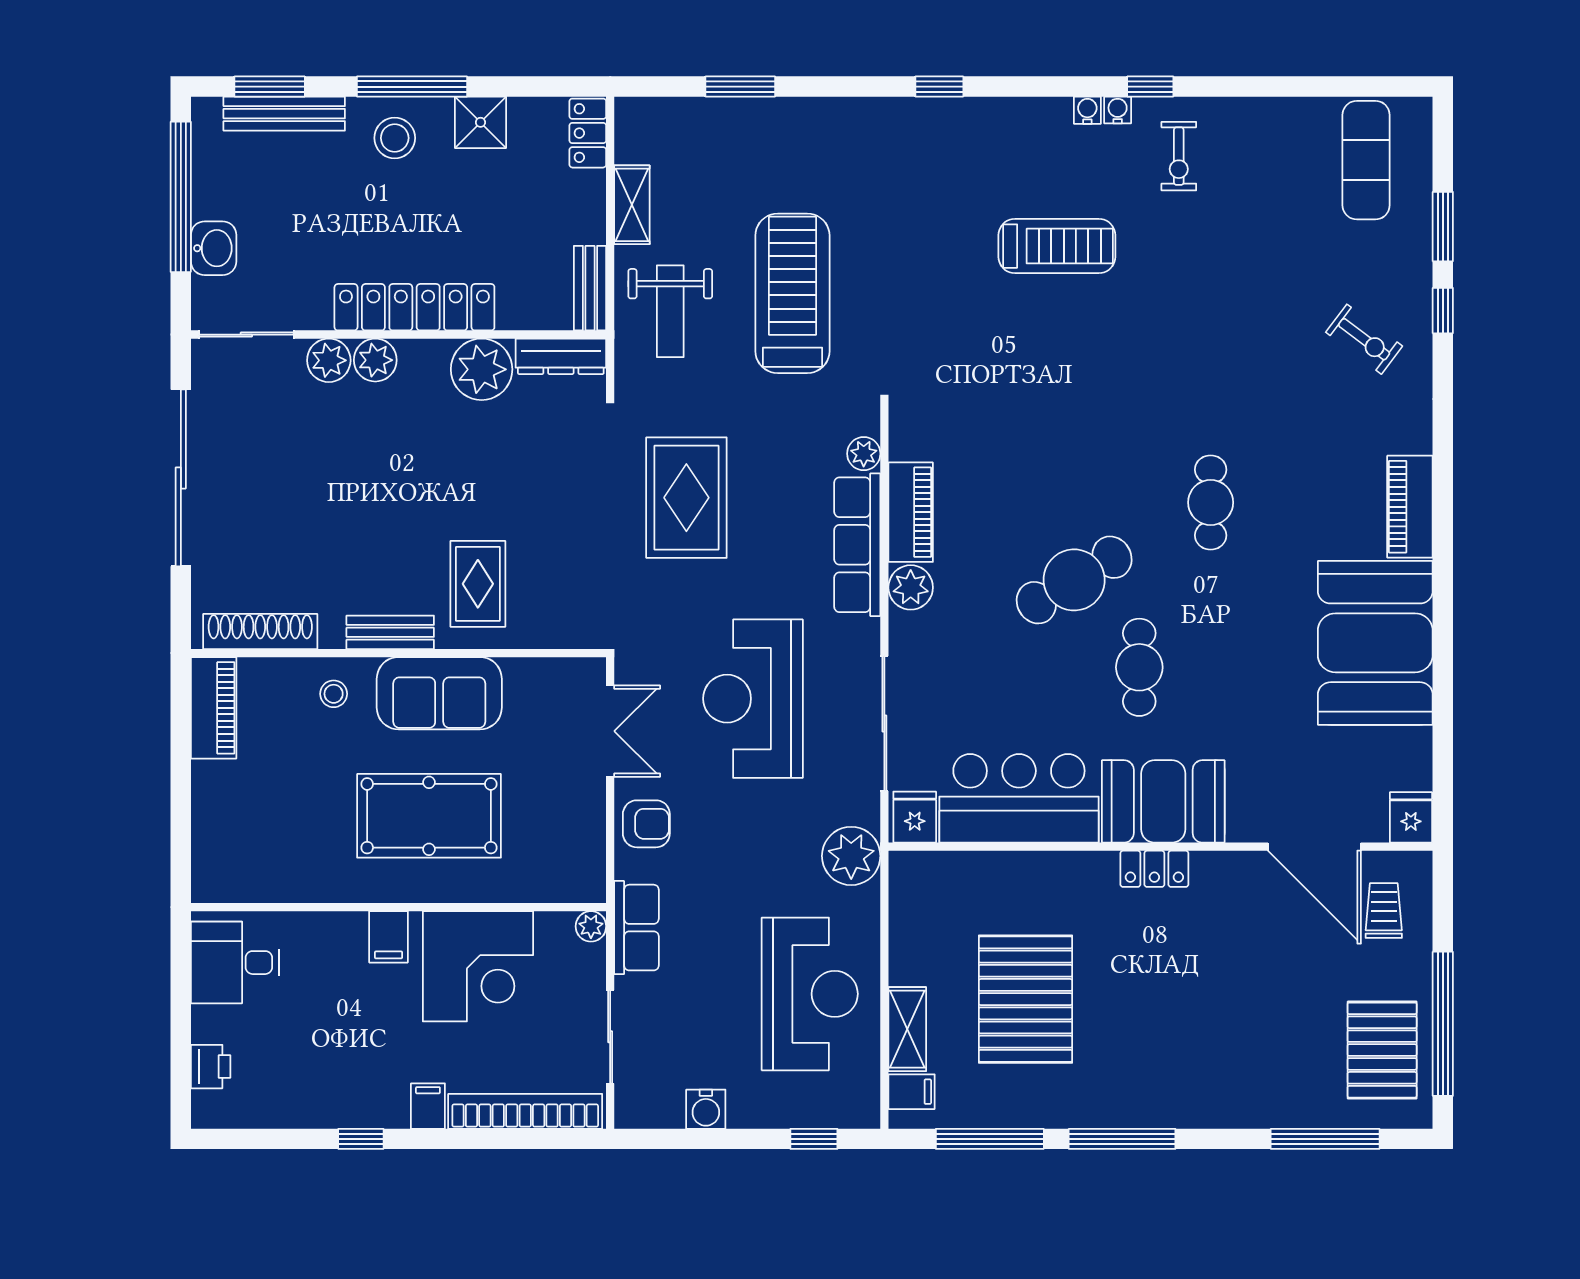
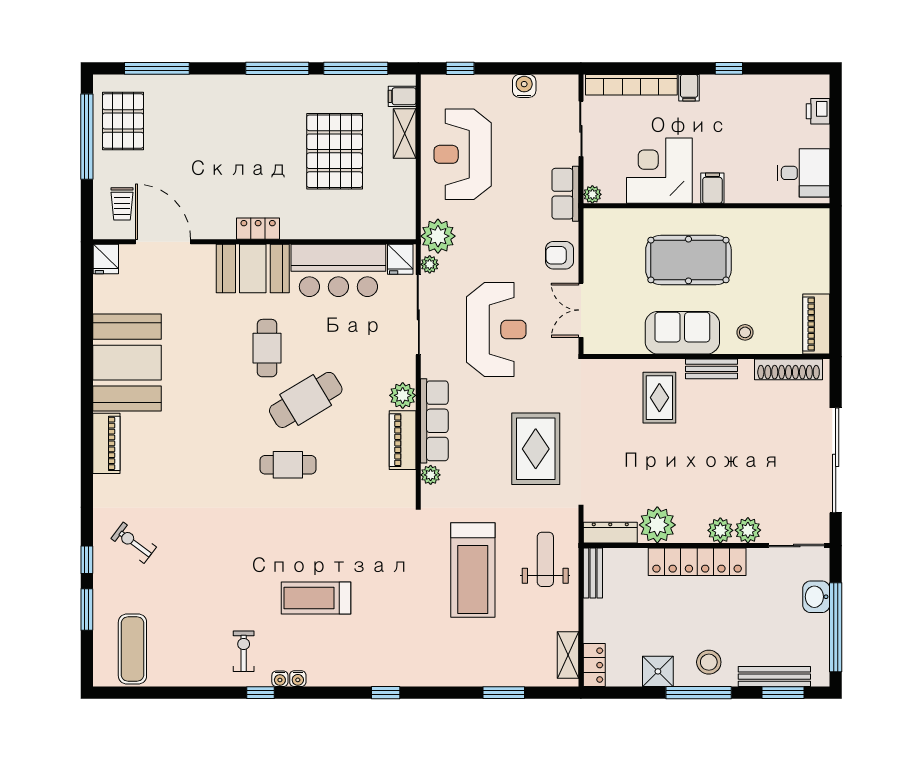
shelving: (632, 205) -> (568, 655), moved
cafe table: (1211, 502) -> (288, 465), moved, turned 90
plant: (865, 808) -> (430, 264), added

